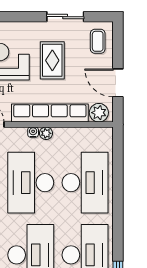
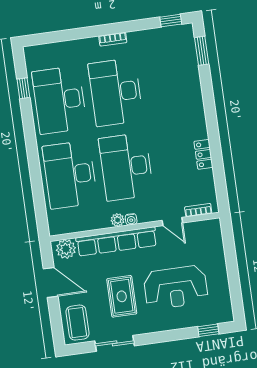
coffee table: (98, 41) -> (77, 323), width x1.36, depth x1.30
desk: (31, 183) -> (126, 167), turned 180

